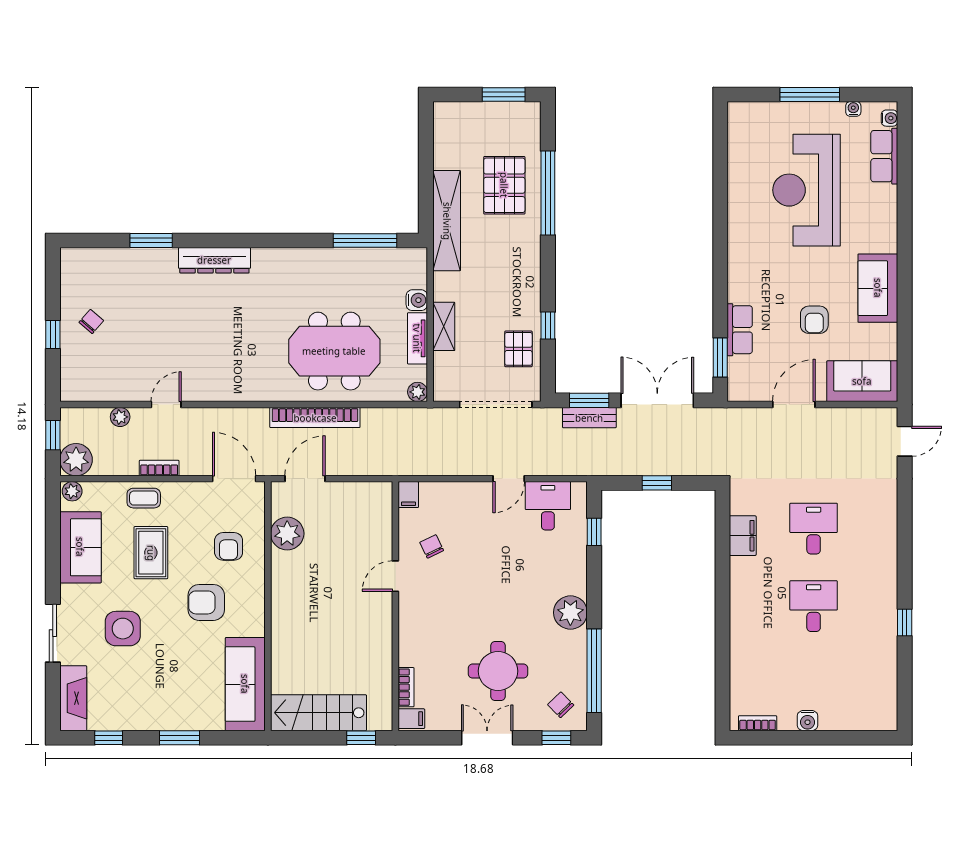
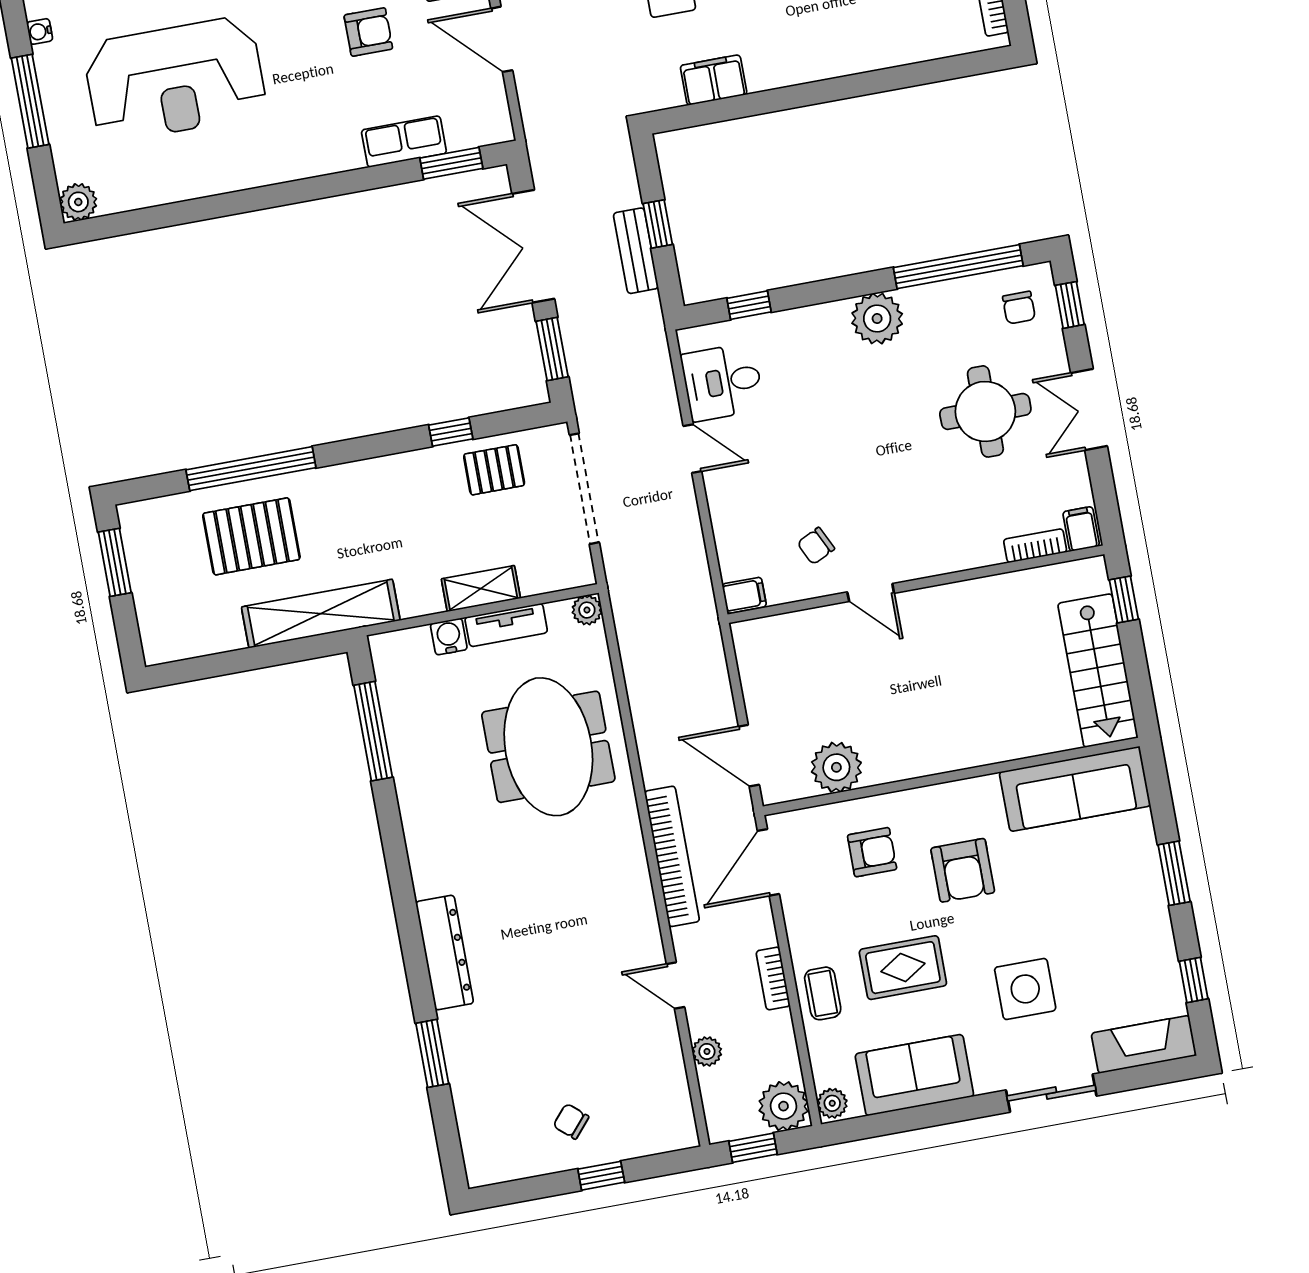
plant: (739, 114) -> (78, 202), added
bookcase: (315, 418) -> (672, 856), moved
bench: (589, 418) -> (636, 251), moved
chair: (561, 705) -> (1019, 308), turned -46

